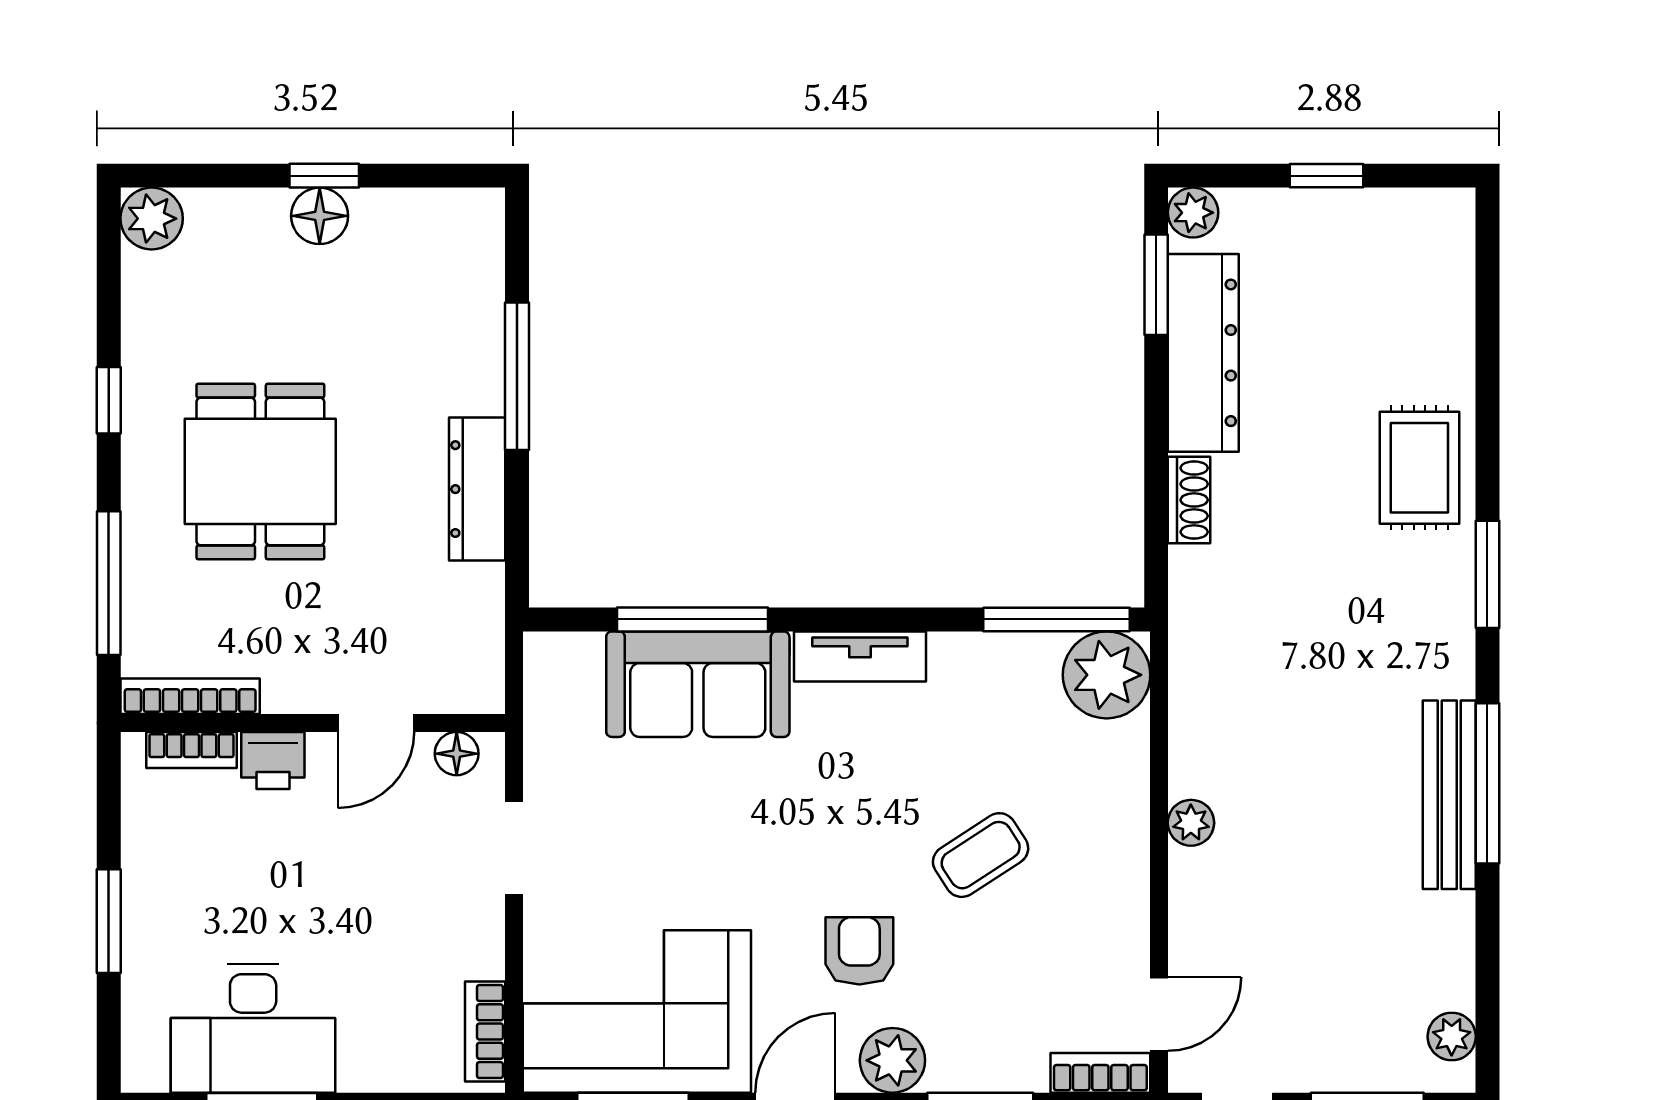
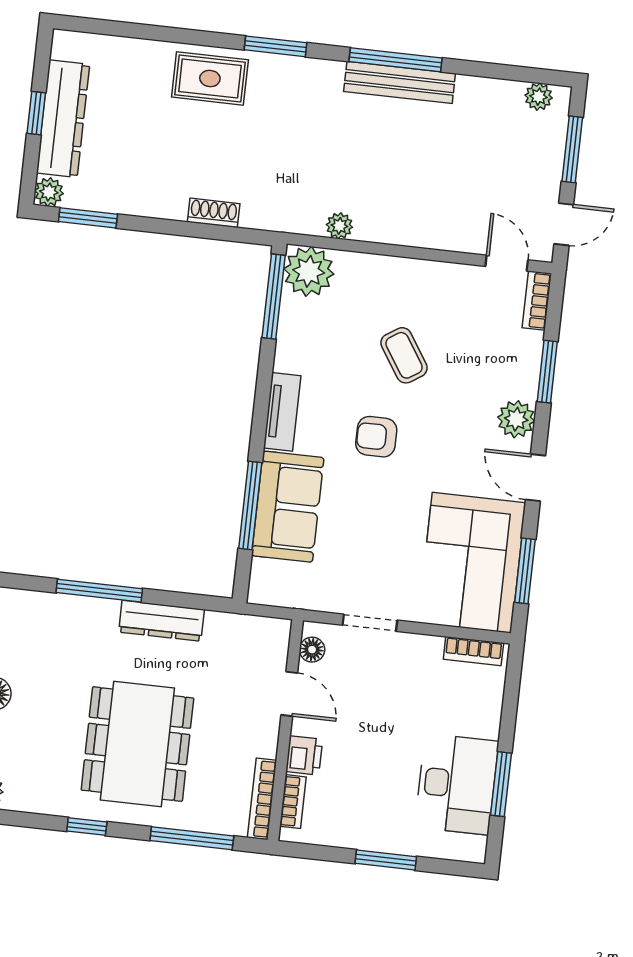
dresser: (1203, 353) -> (63, 119), moved, turned 90
dining table: (260, 471) -> (137, 744), width x1.38
plant: (1191, 823) -> (339, 226), moved
armchair: (859, 951) -> (376, 437), moved

